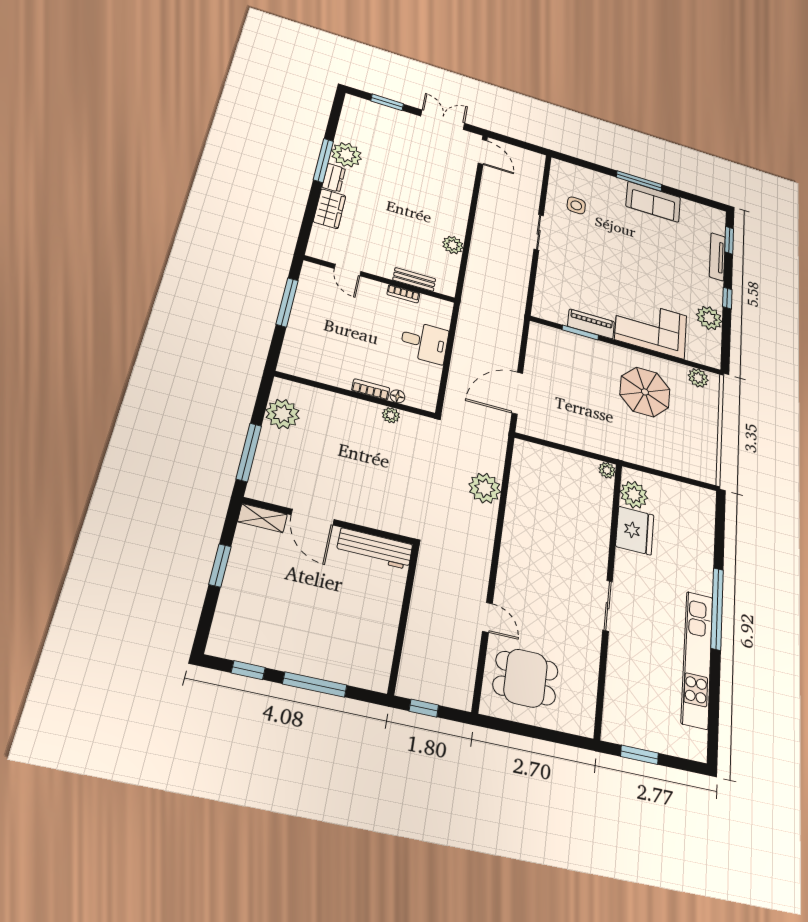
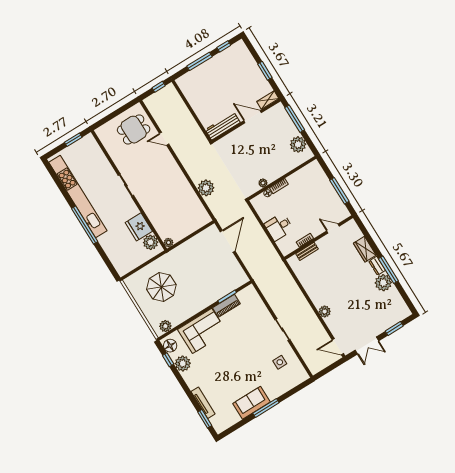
plant: (453, 245) -> (325, 312), moved
window: (727, 298) -> (168, 360), moved
floor lamp: (710, 351) -> (170, 346), added
parasol: (645, 392) -> (161, 287), moved
kitchen unit: (697, 659) -> (78, 196), width x1.36

